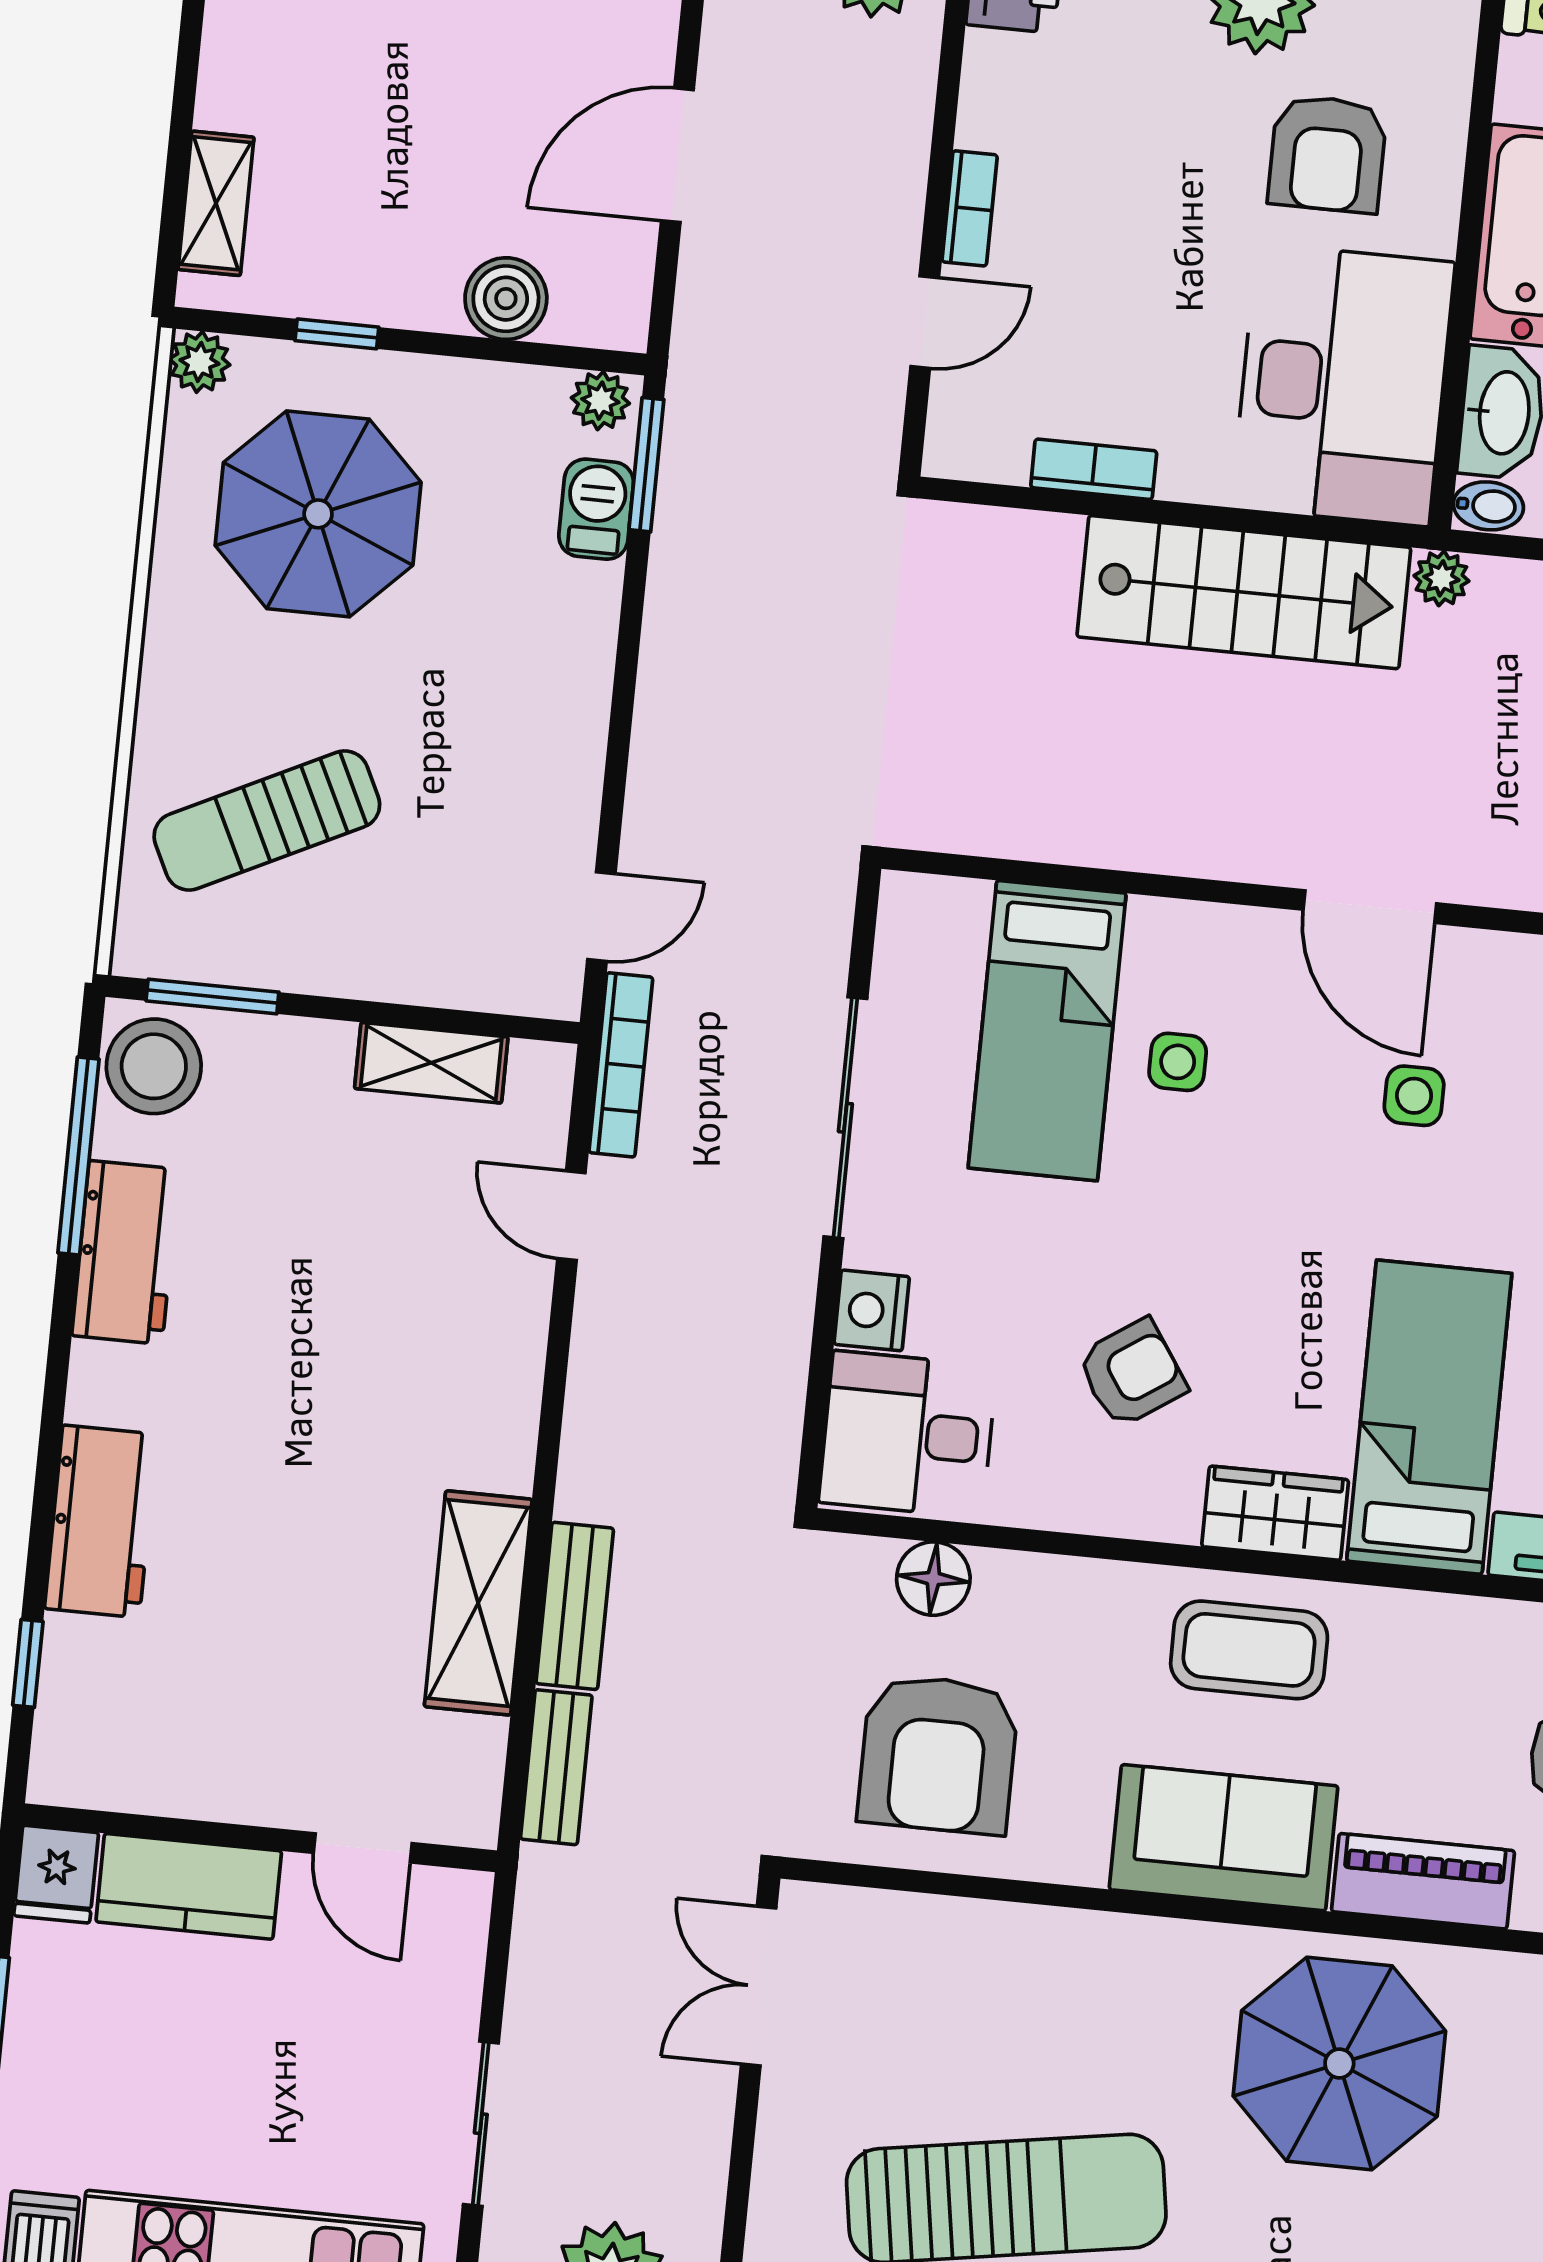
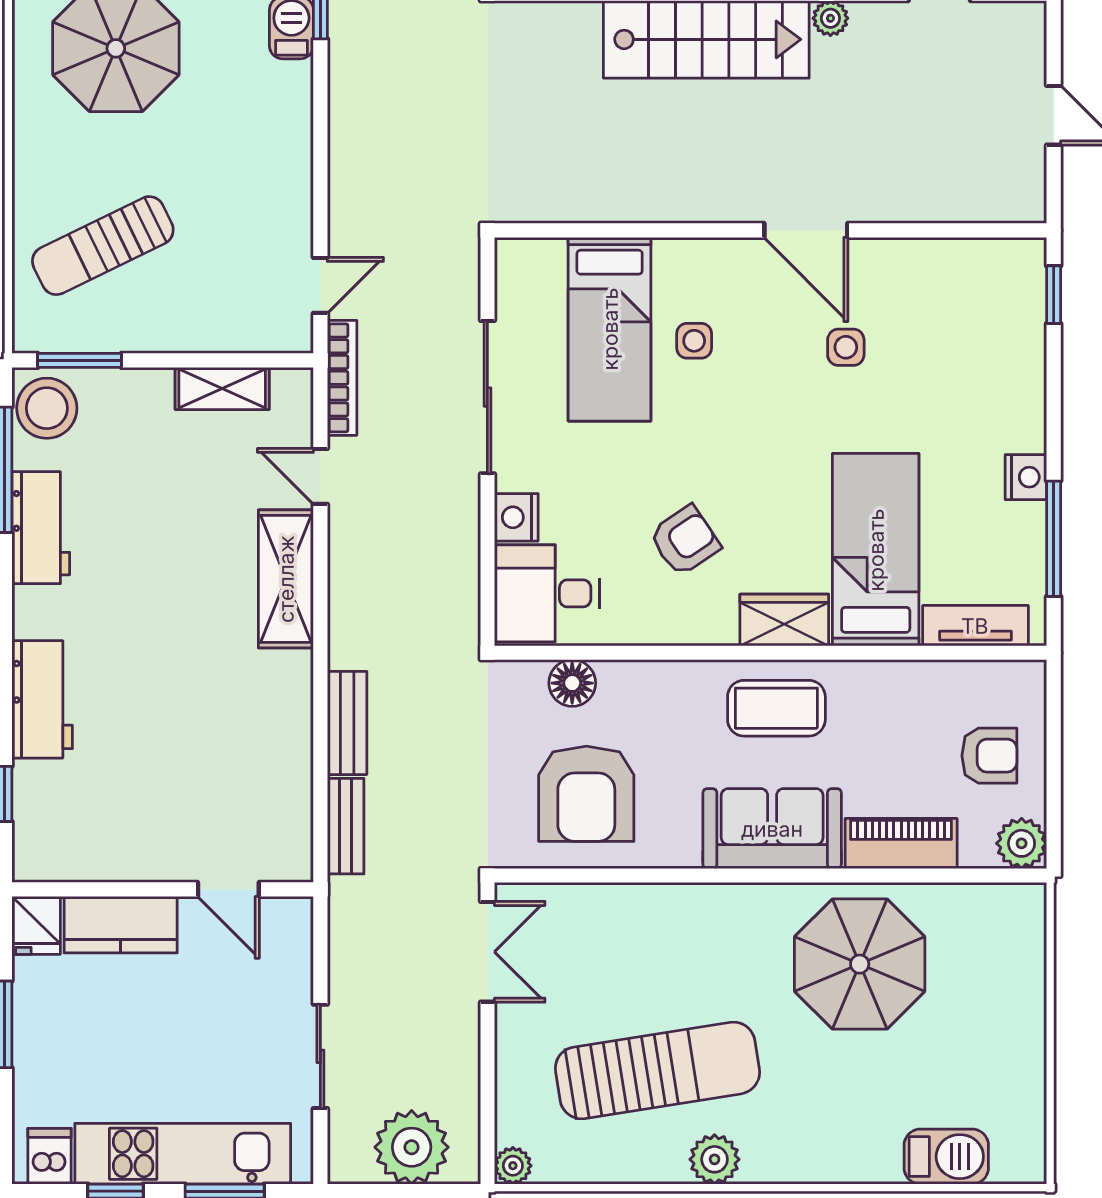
shelving: (478, 1603) -> (286, 579), moved
double door: (759, 1986) -> (487, 952), swing flipped

